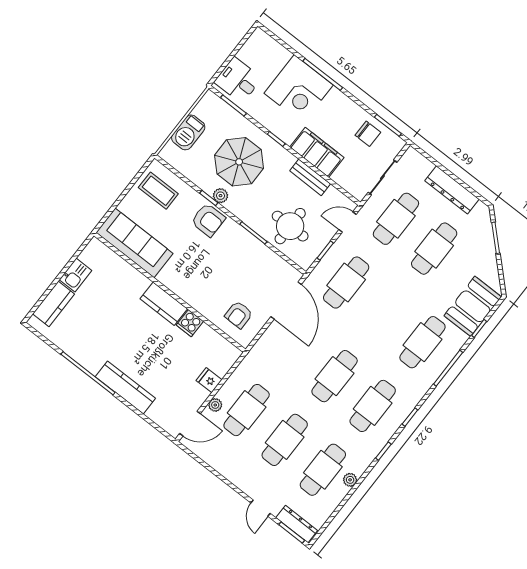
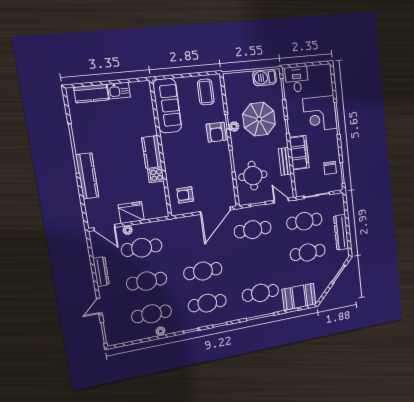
barbecue: (188, 132) -> (265, 77), moved
fridge: (209, 380) -> (131, 213), width x1.88, depth x1.34
dresser: (297, 524) -> (101, 272), moved

